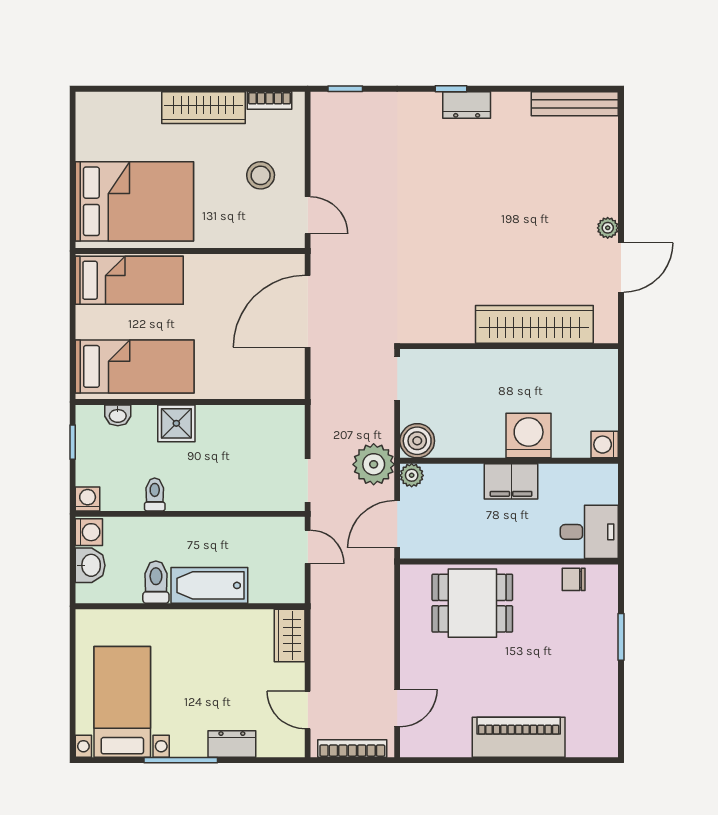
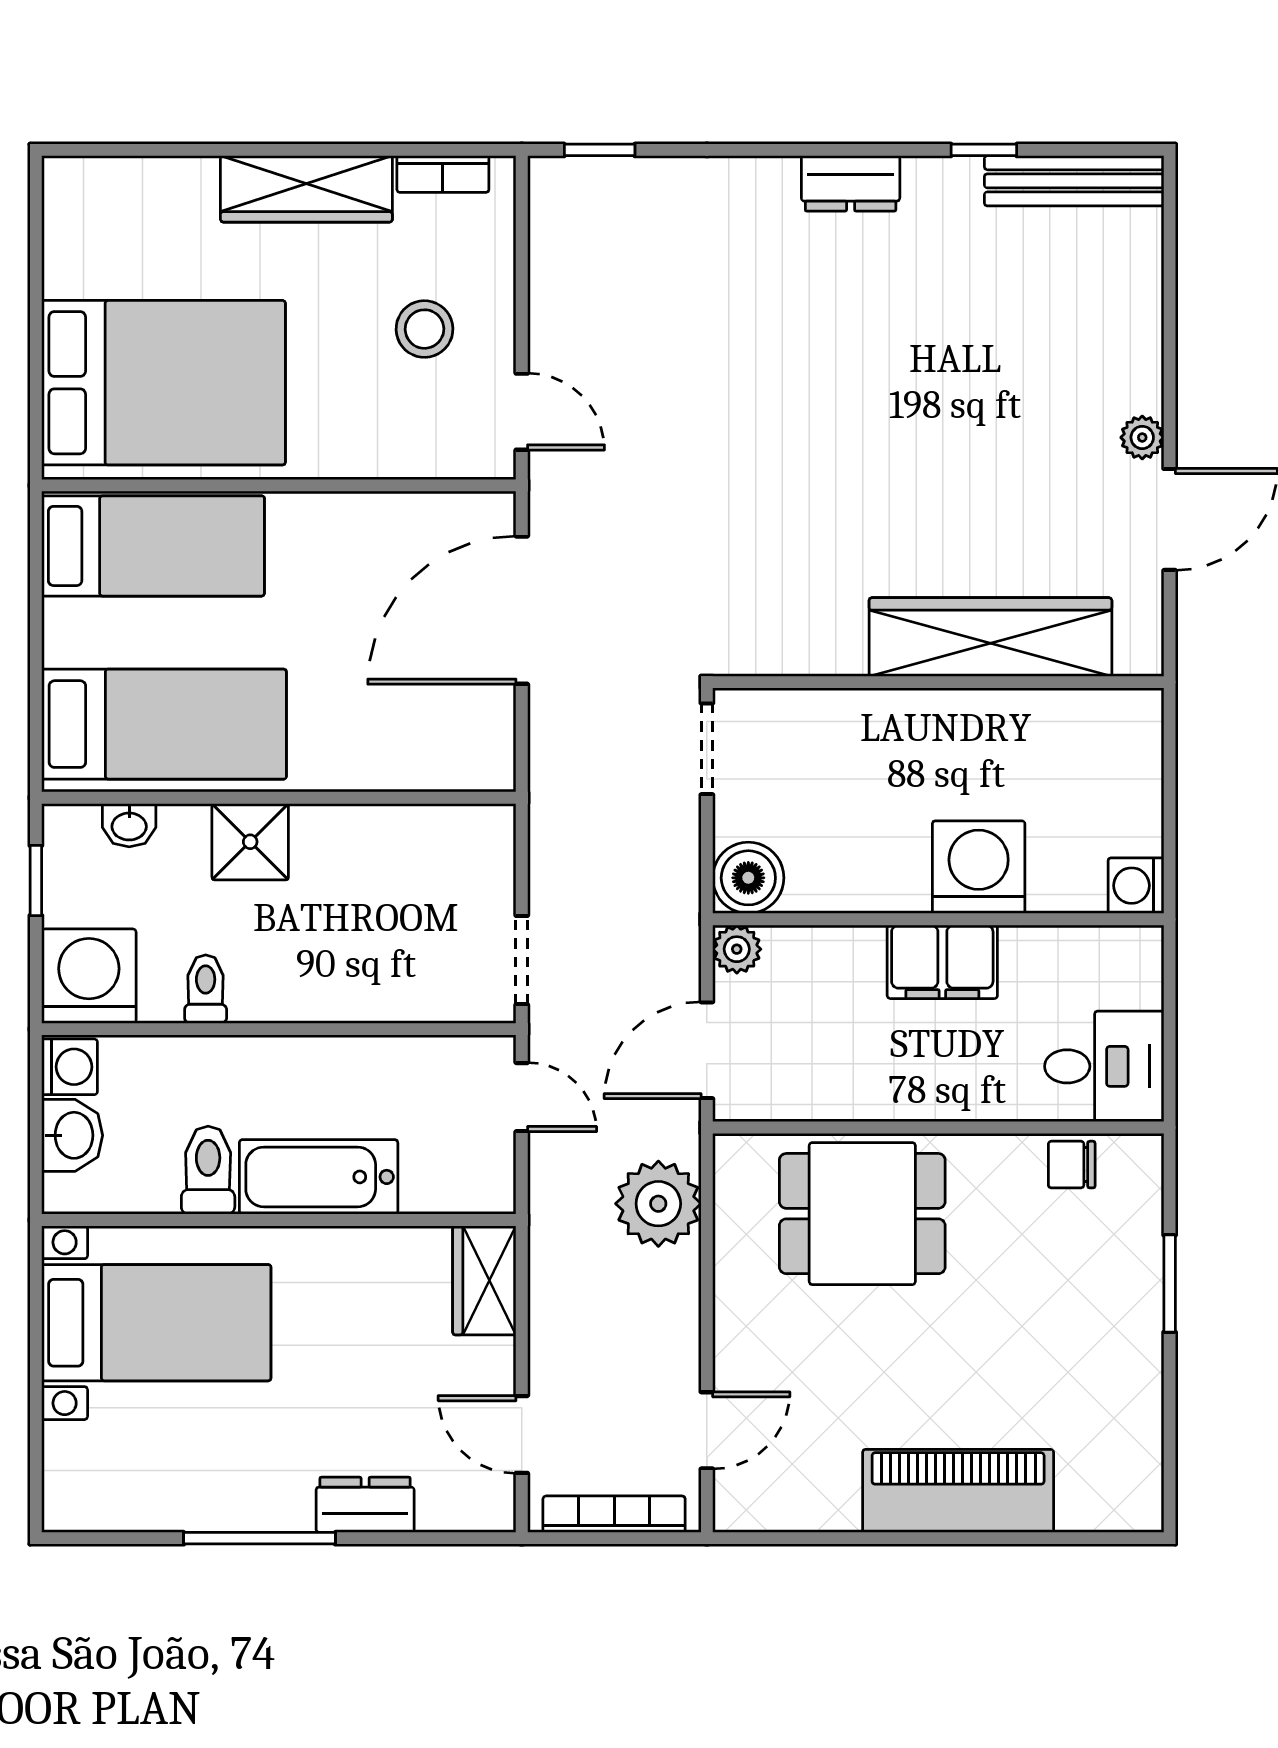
window: (451, 89) -> (984, 150), moved
plant: (374, 464) -> (658, 1204), moved
washing machine: (88, 499) -> (89, 976), width x1.89, depth x1.89
bed with nightstands: (122, 702) -> (156, 1323), moved, turned 90

